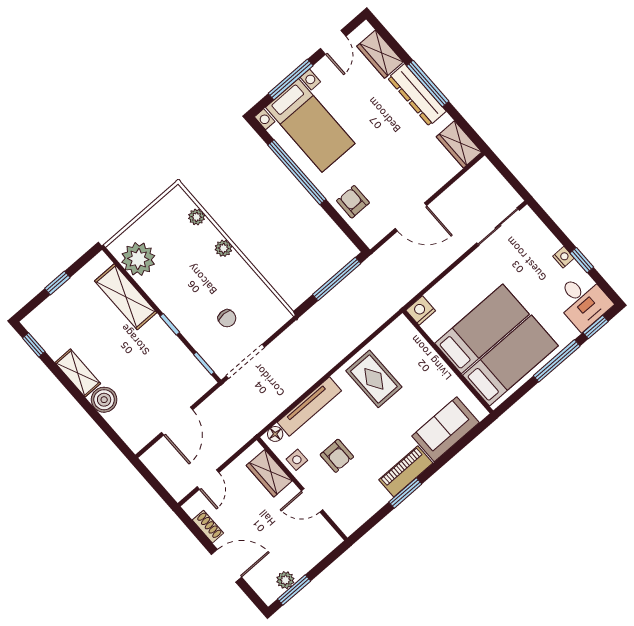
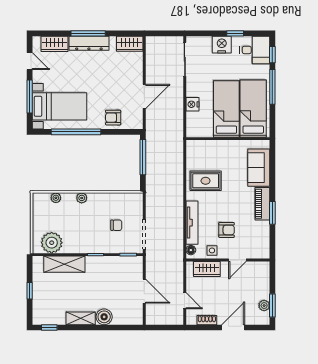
nightstand: (563, 257) -> (222, 45), width x1.89, depth x1.79
nightstand: (421, 310) -> (192, 104), moved

